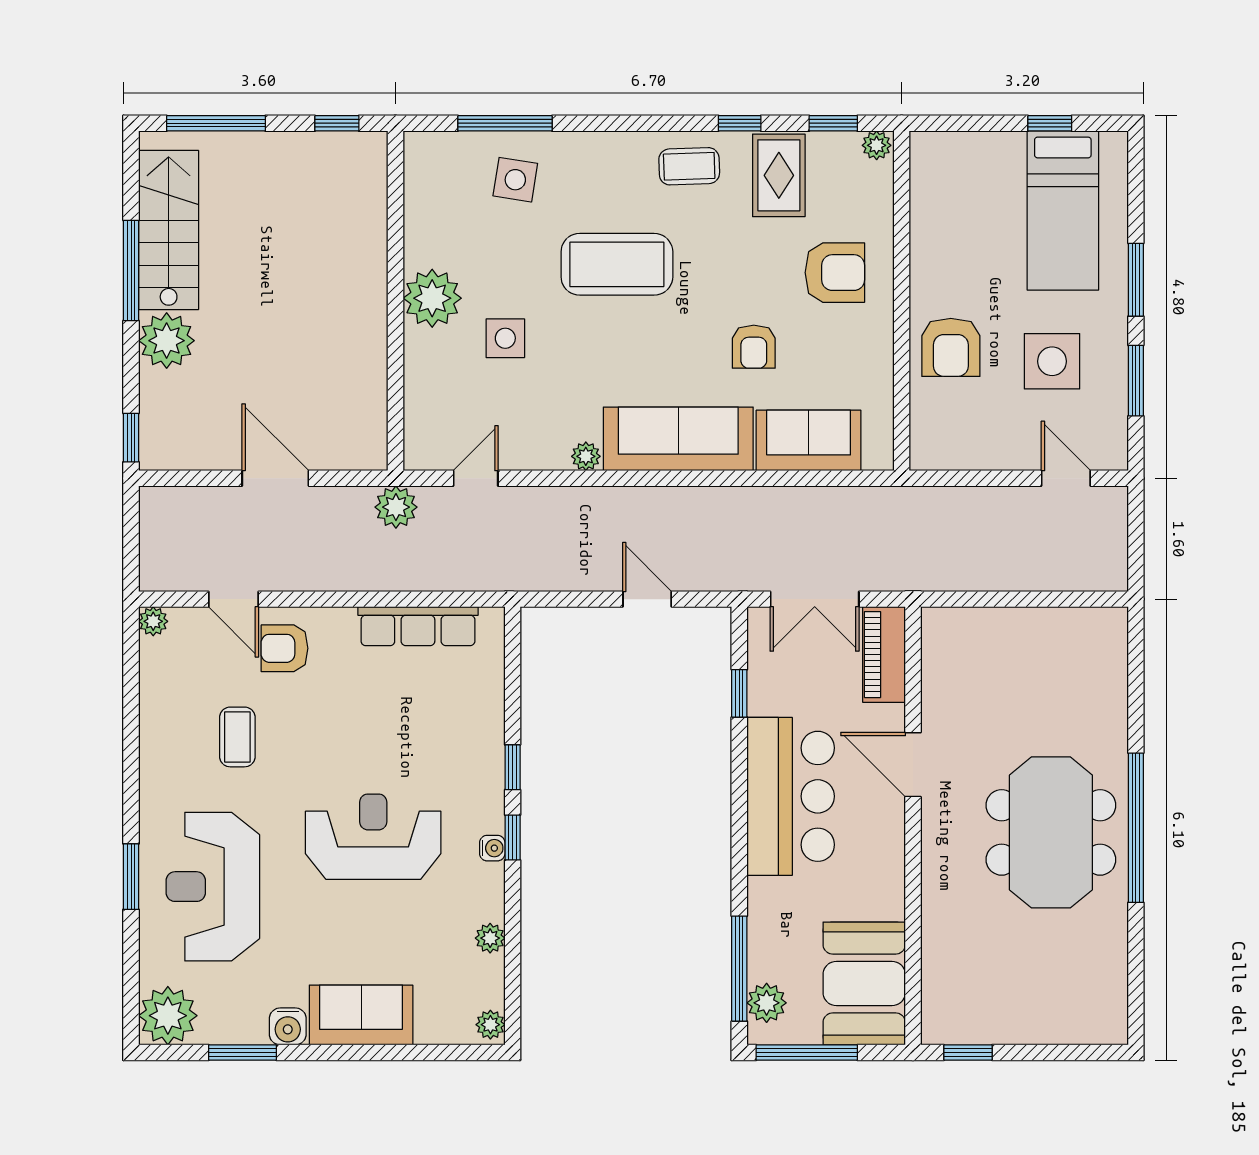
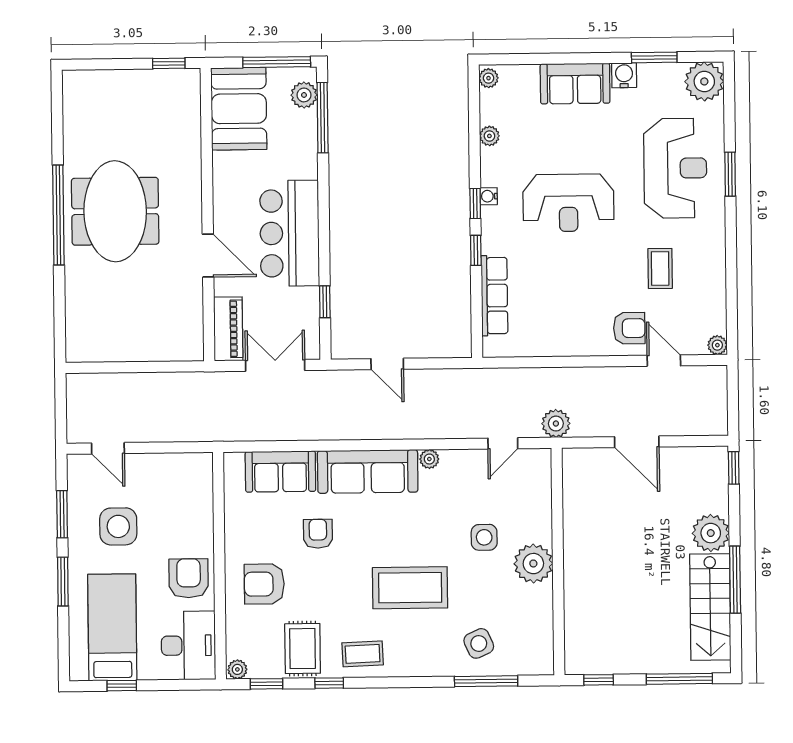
side table: (515, 180) -> (479, 643), turned -33
desk: (949, 182) -> (188, 645), added
armchair: (951, 347) -> (189, 578), moved
row of seats: (418, 626) -> (494, 296), moved, turned 90

